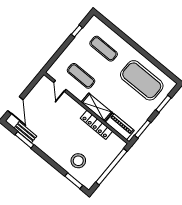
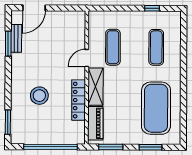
door: (60, 86) -> (87, 58), moved
stool: (78, 161) -> (39, 96), moved

